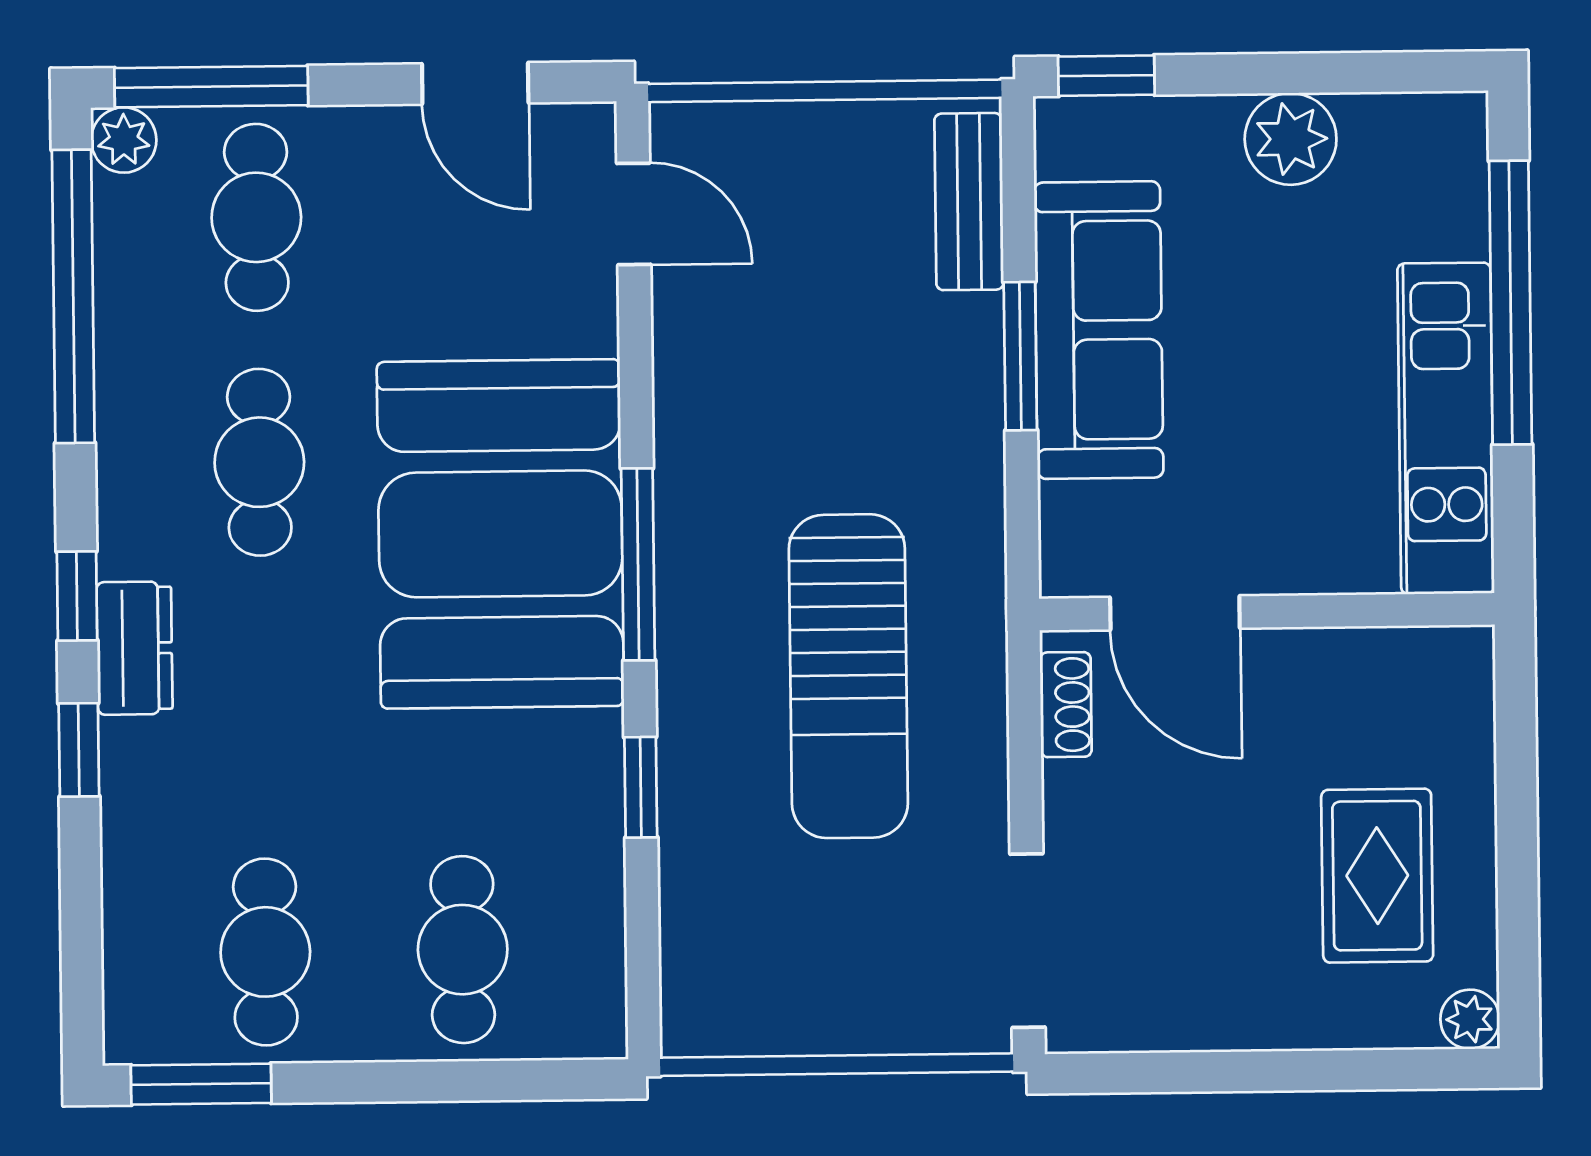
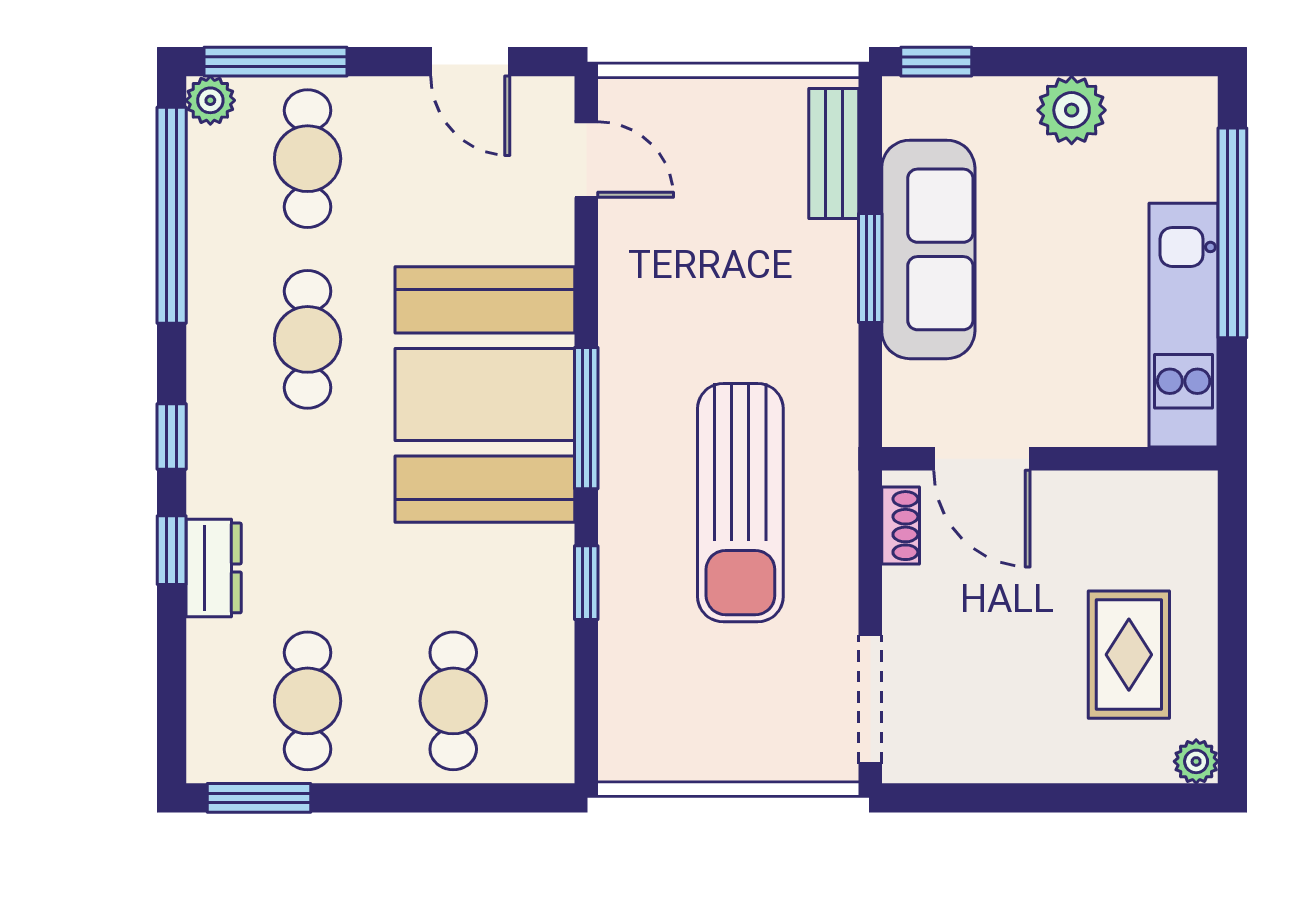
dresser: (134, 648) -> (214, 568), moved

